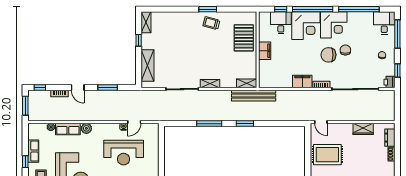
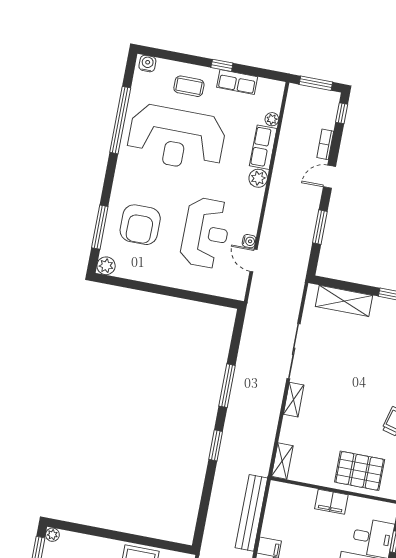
bench: (254, 96) -> (251, 513), moved
reception desk: (124, 153) -> (206, 233), turned 180

